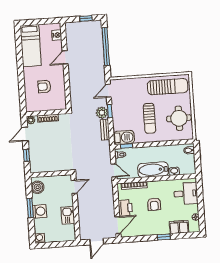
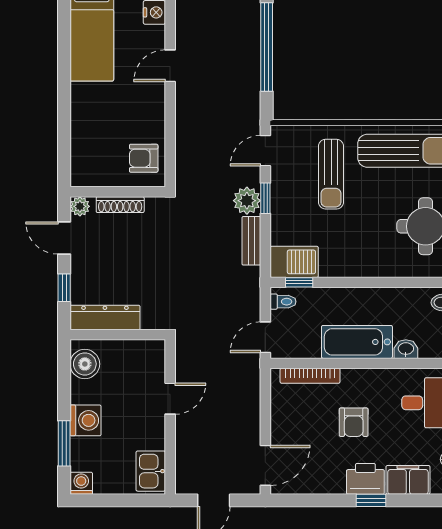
armchair: (44, 86) -> (144, 158), moved
sun lounger: (149, 118) -> (331, 174), moved
door: (25, 134) -> (64, 238), hinge flipped
dresser: (45, 167) -> (105, 318), added
door: (114, 170) -> (265, 337), swing flipped
door: (74, 187) -> (170, 399), moved
window: (30, 208) -> (64, 443), moved
printer: (125, 208) -> (365, 479), moved, turned -90
kitchen sink: (68, 215) -> (151, 471), moved

